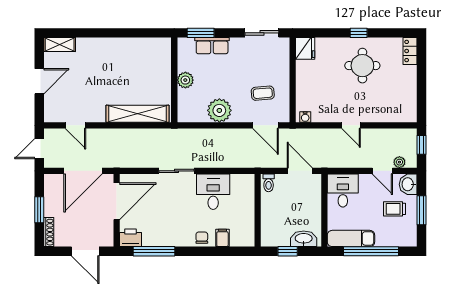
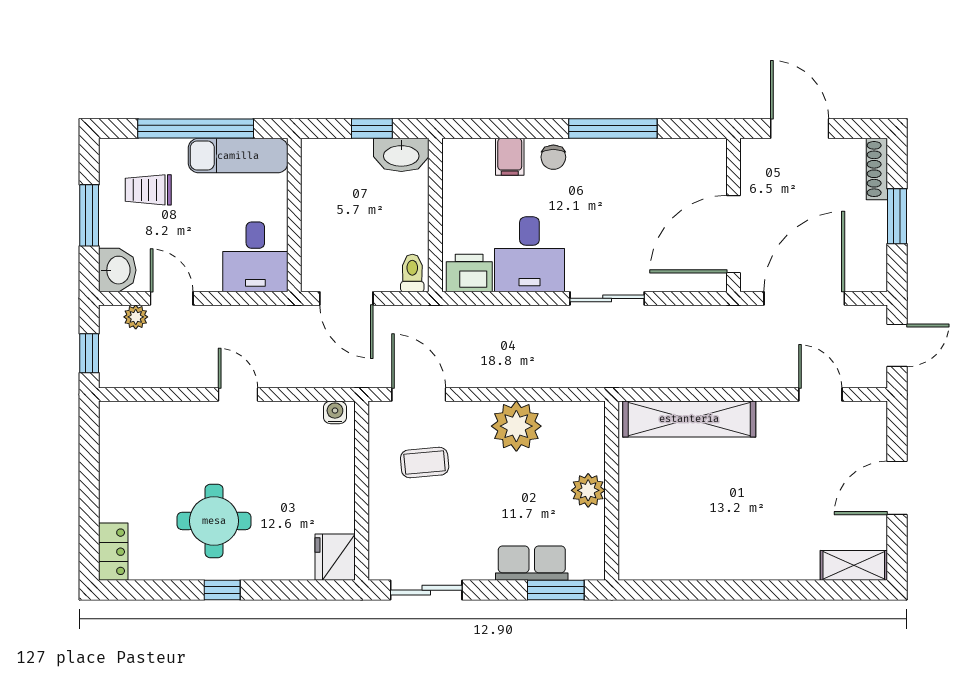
trolley: (395, 209) -> (148, 190), moved, turned 180
printer: (130, 238) -> (469, 273), moved, turned 180
washbasin: (304, 239) -> (401, 155), moved
window: (154, 251) -> (613, 128), moved

